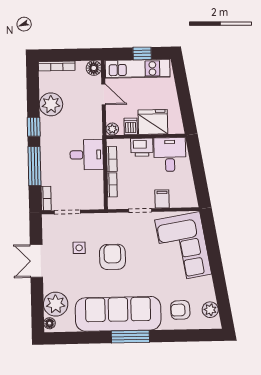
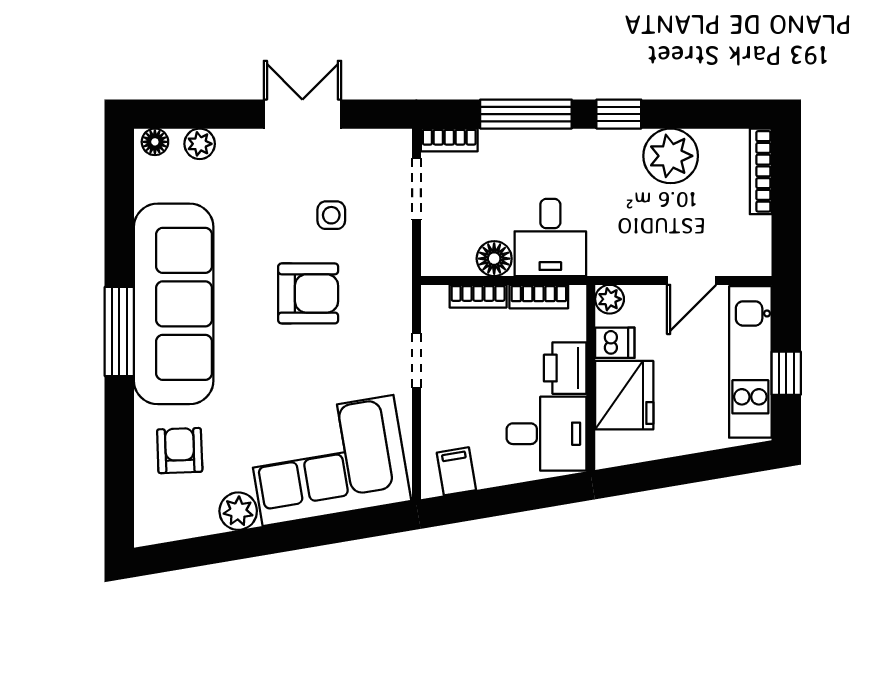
floor lamp: (94, 68) -> (494, 259), moved
filing cabinet: (162, 199) -> (456, 471), moved, turned -100
plant: (56, 304) -> (200, 144), width x0.53, depth x0.53
plant: (210, 310) -> (238, 511), moved

